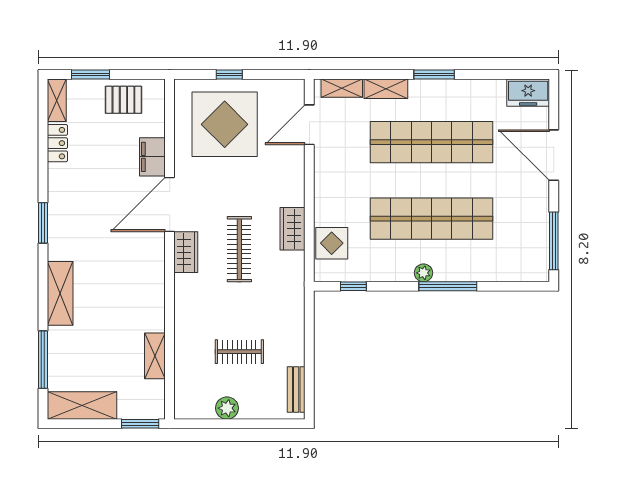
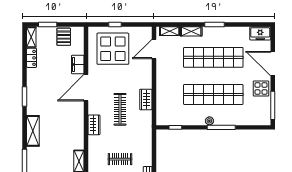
pallet: (123, 100) -> (64, 37), turned 90
display table: (332, 243) -> (261, 89), moved
wardrobe: (186, 252) -> (94, 125), moved

